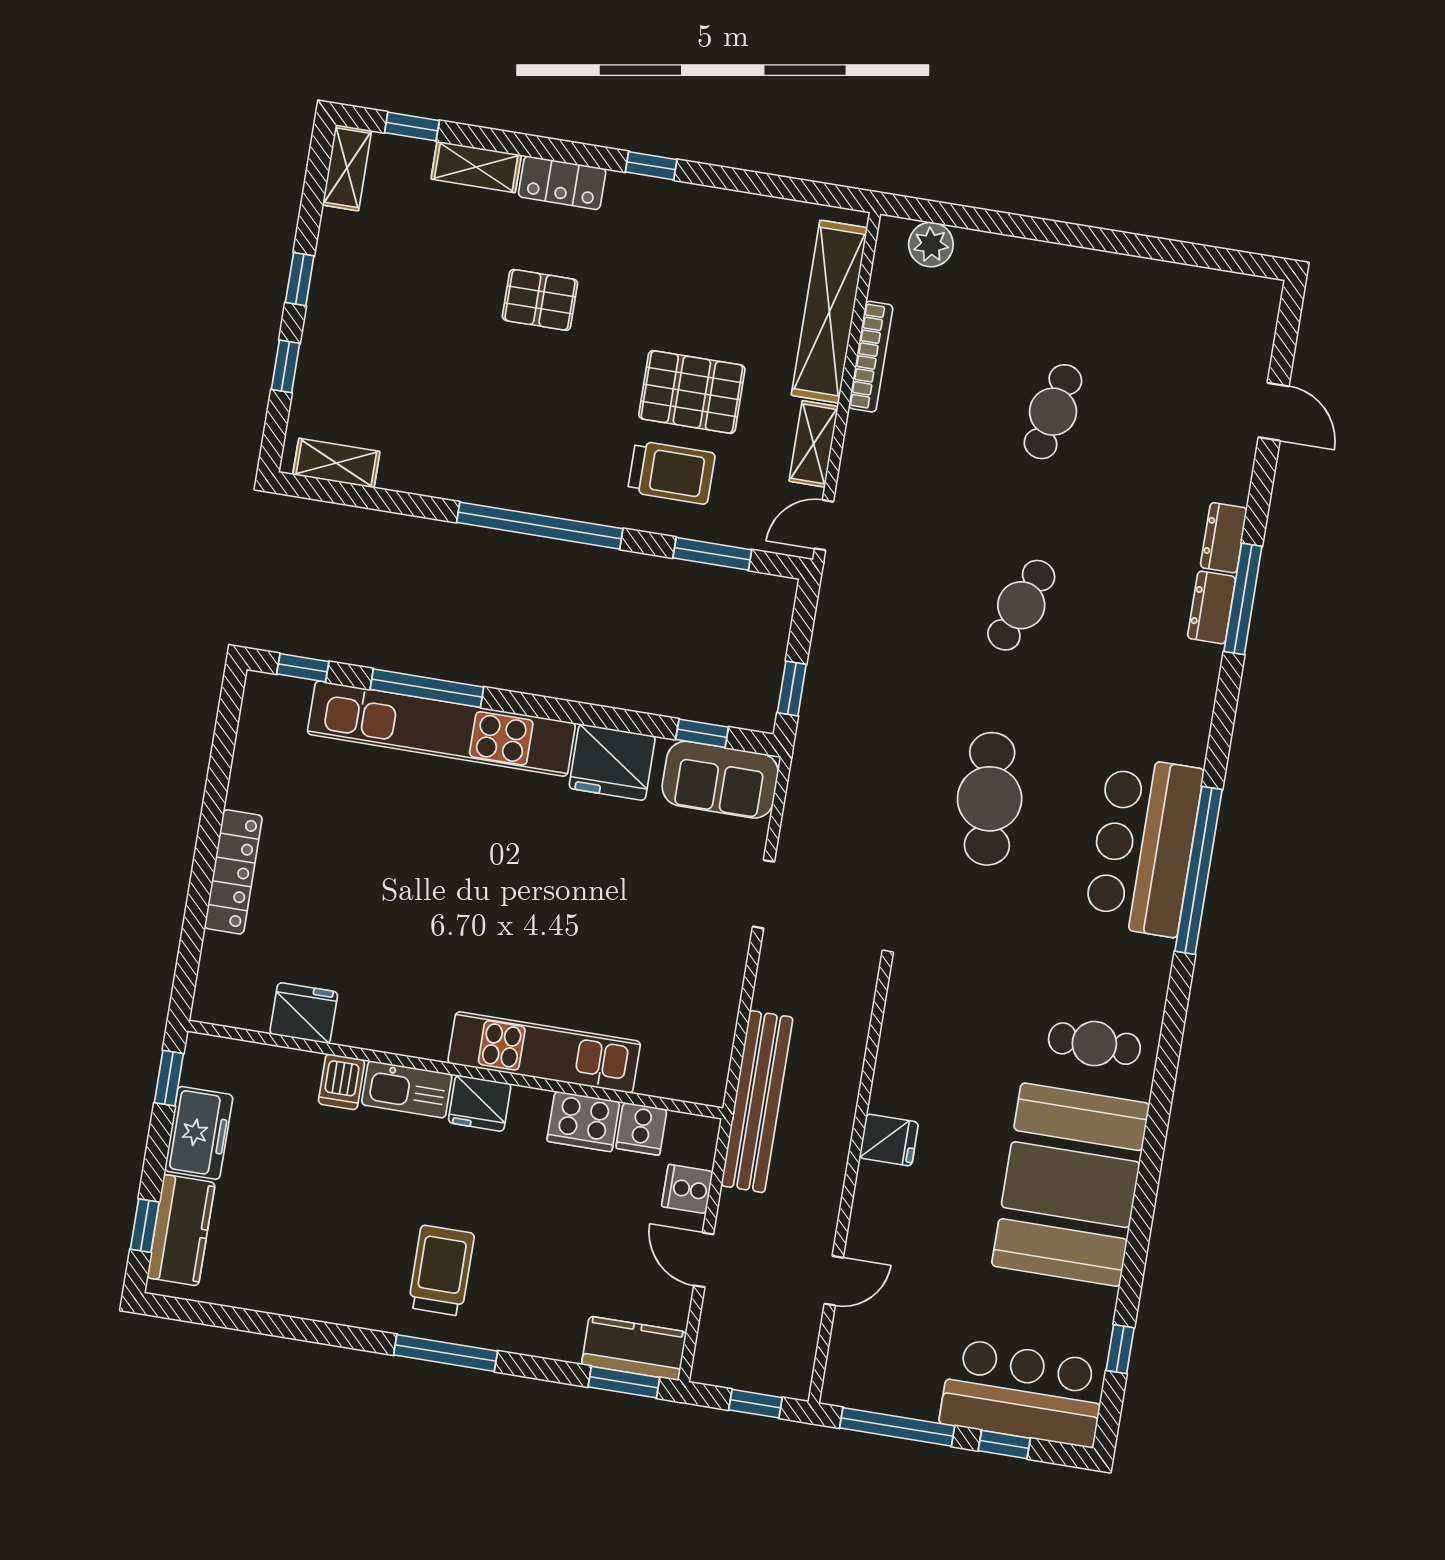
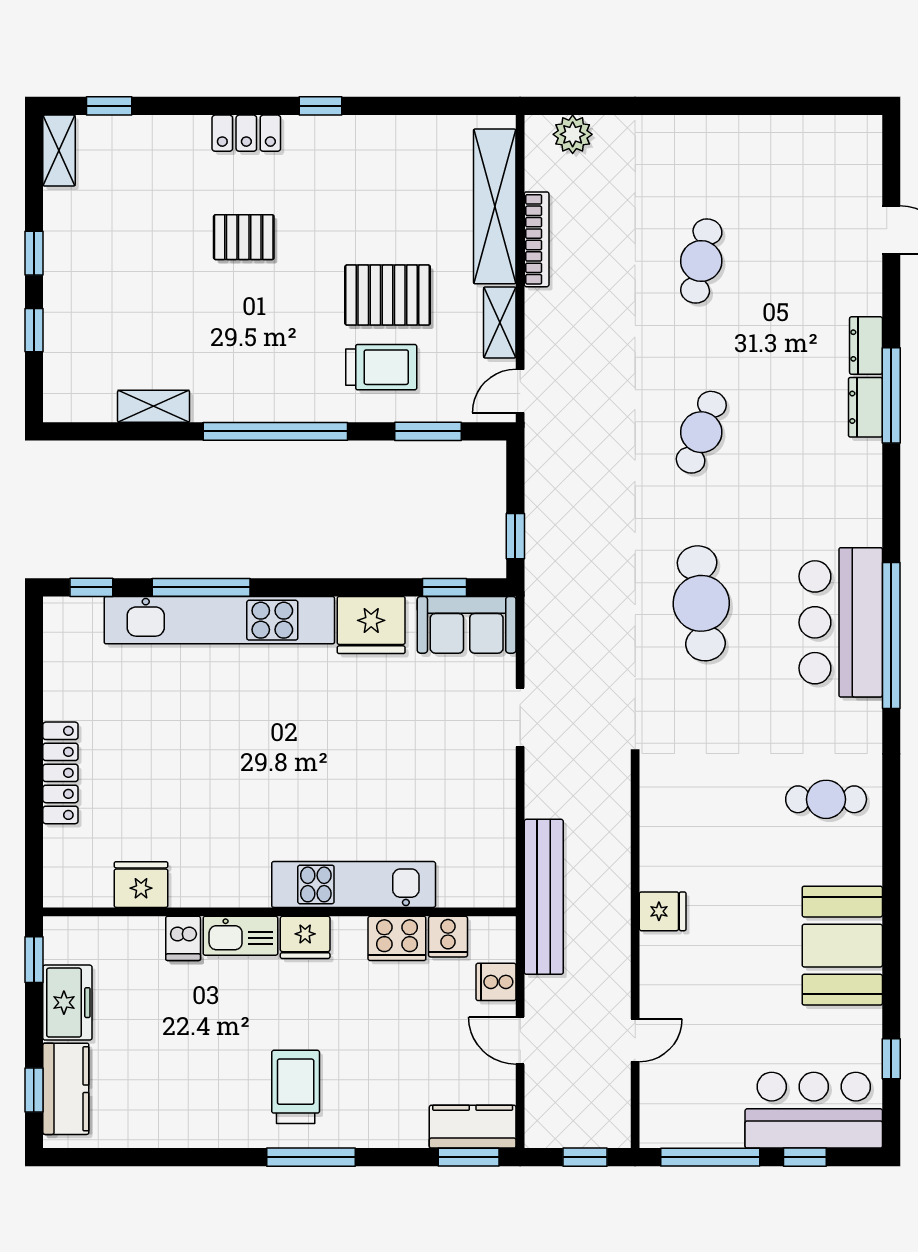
shelving: (476, 167) -> (170, 132), removed
shelving: (336, 463) -> (154, 406), moved
booth: (1071, 1185) -> (842, 946), width x0.73, depth x0.70

